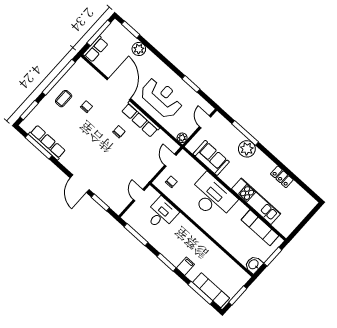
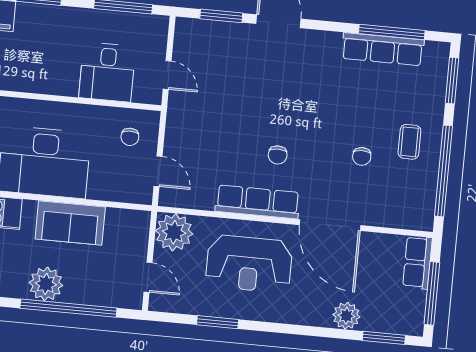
window: (245, 133) -> (68, 308), width x1.46
plant: (182, 138) -> (174, 232), width x1.88, depth x1.88
sofa: (211, 158) -> (70, 223), moved

